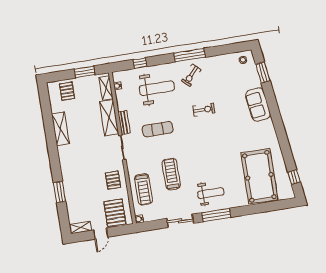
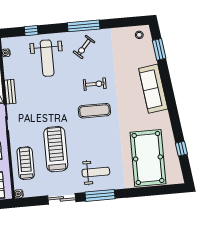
weight bench: (157, 88) -> (47, 58), turned 90
sofa: (258, 105) -> (153, 89), width x1.36
exercise mat: (158, 129) -> (94, 111), moved
treadmill: (171, 174) -> (56, 149), width x1.37, depth x1.38
window: (294, 177) -> (181, 149), moved
treadmill: (143, 189) -> (26, 163), turned 180

